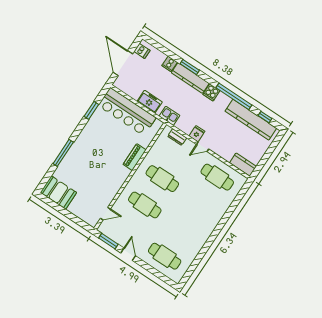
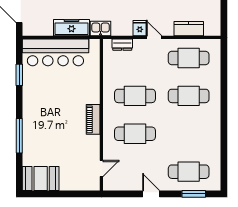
freezer: (150, 102) -> (71, 28), width x1.40
door: (203, 147) -> (154, 37), swing flipped
piano: (135, 157) -> (93, 119), moved
kitchen counter: (243, 165) -> (189, 29), moved
cafe table: (200, 203) -> (189, 96), added
window: (108, 241) -> (194, 194), moved

